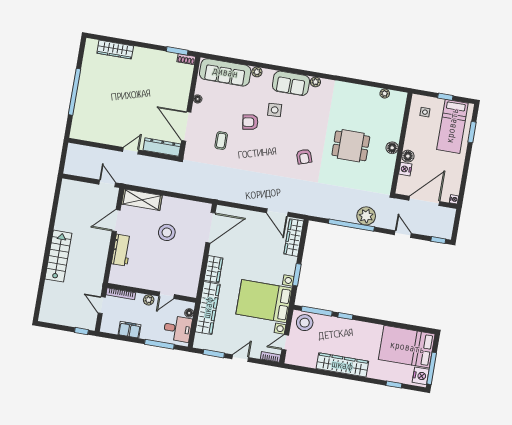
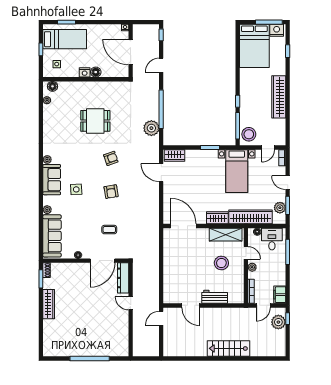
wardrobe: (115, 50) -> (49, 304), moved
armchair: (250, 122) -> (111, 192), moved
dining table: (351, 146) -> (95, 121), turned 90
floor lamp: (392, 148) -> (52, 86), moved
nightstand: (405, 169) -> (85, 72), moved
shelving: (142, 200) -> (226, 235), moved, turned 90
door: (277, 213) -> (161, 173), swing flipped
plant: (366, 216) -> (151, 128), moved
stool: (167, 232) -> (221, 263), moved
wardrobe: (294, 238) -> (175, 155), width x0.67
bed with nightstands: (264, 301) -> (237, 171), width x0.73
plant: (79, 320) -> (278, 322), added
filing cabinet: (129, 330) -> (280, 295), moved
door: (285, 342) -> (268, 148), hinge flipped
plant: (213, 344) -> (280, 208), added

